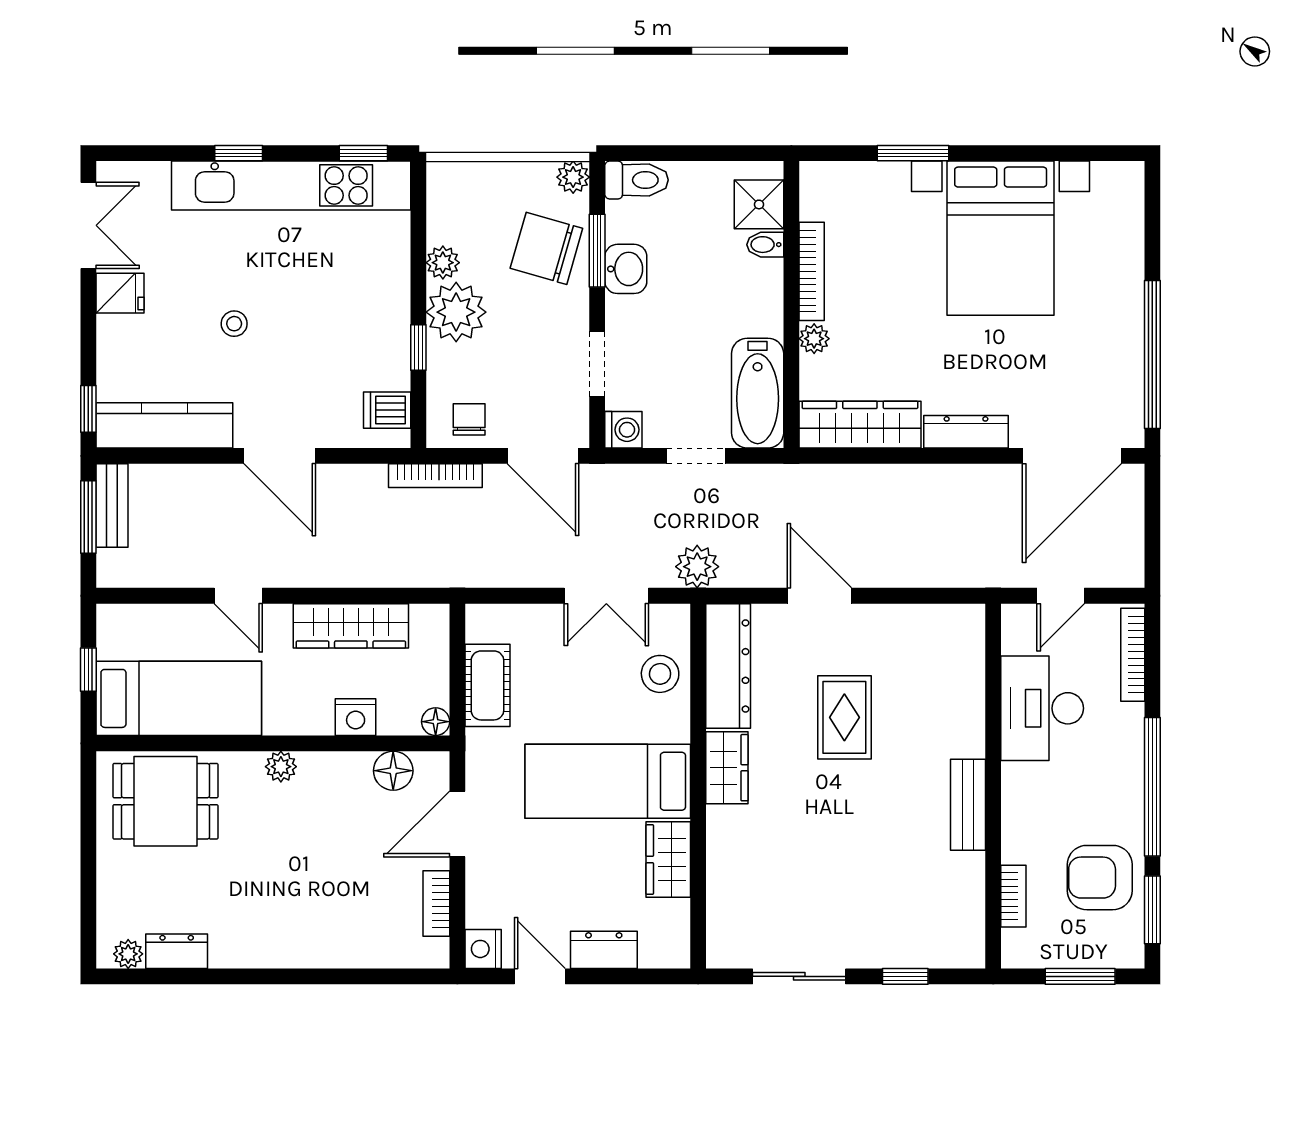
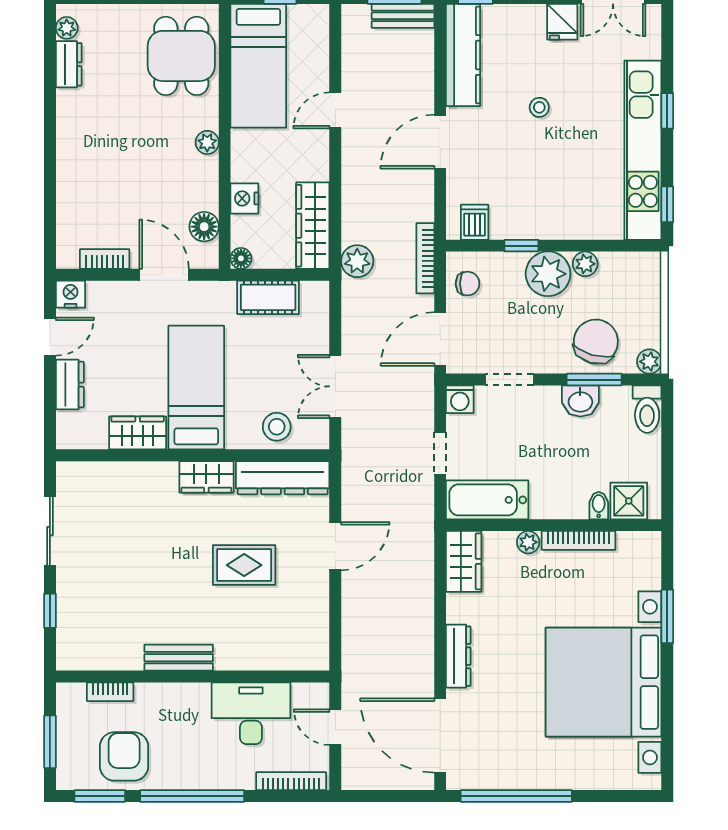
bed with nightstands: (1001, 238) -> (604, 682), width x1.36
wardrobe: (860, 425) -> (464, 561), width x0.67
plant: (697, 567) -> (357, 261), moved
wardrobe: (351, 626) -> (313, 226), moved

